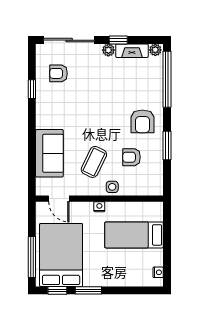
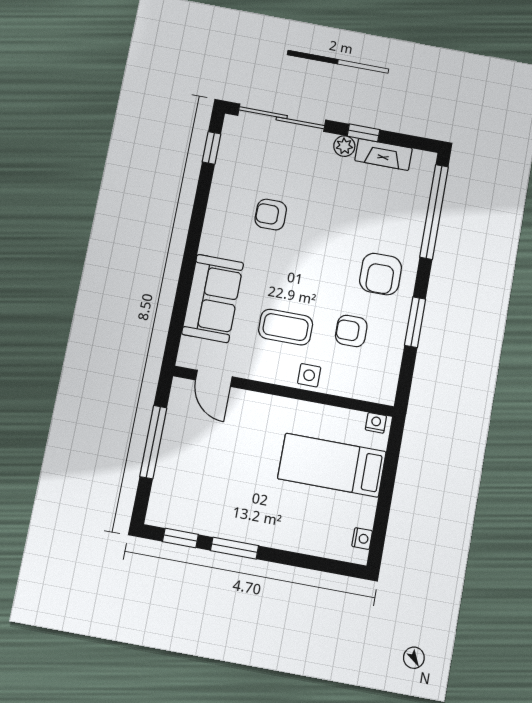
plant: (155, 50) -> (423, 160), removed
armchair: (59, 73) -> (271, 215), moved
window: (32, 89) -> (211, 148), moved
coffee table: (94, 162) -> (286, 327), turned 64
nightstand: (99, 207) -> (376, 423), moved
bed: (61, 255) -> (199, 477), removed
window: (32, 257) -> (153, 442), moved

